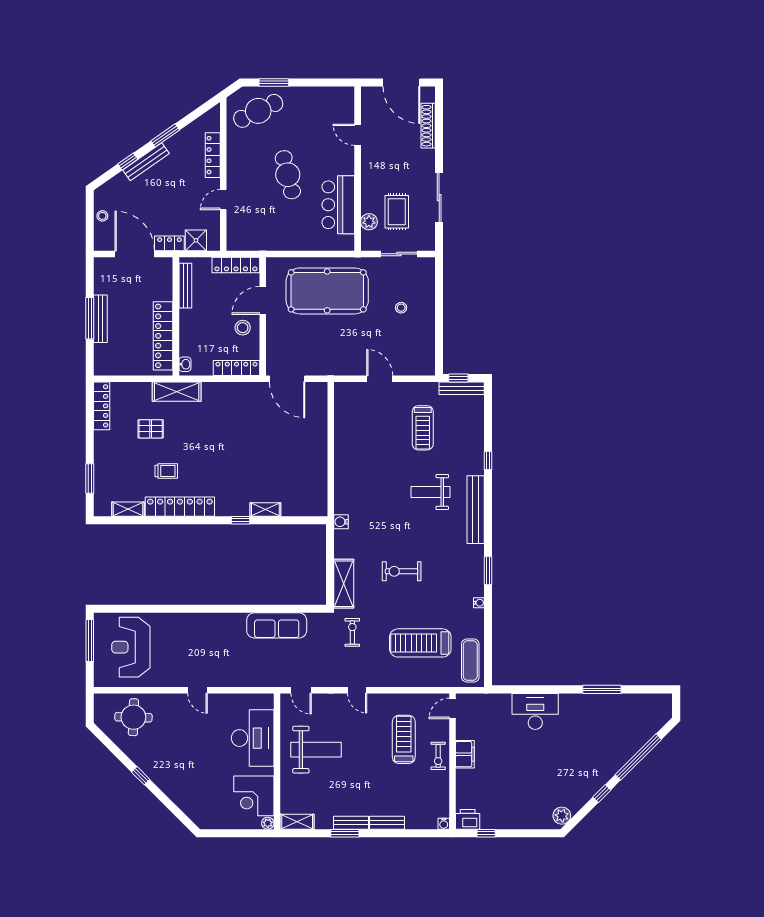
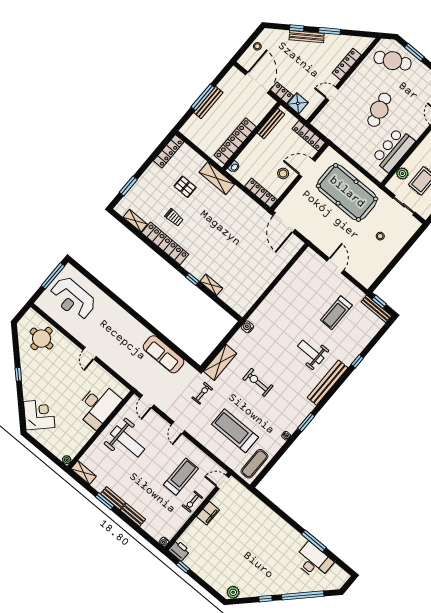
reception desk: (131, 647) -> (73, 299), turned -90
desk: (535, 711) -> (313, 561), moved
corner desk: (254, 796) -> (39, 415), moved, turned 135

